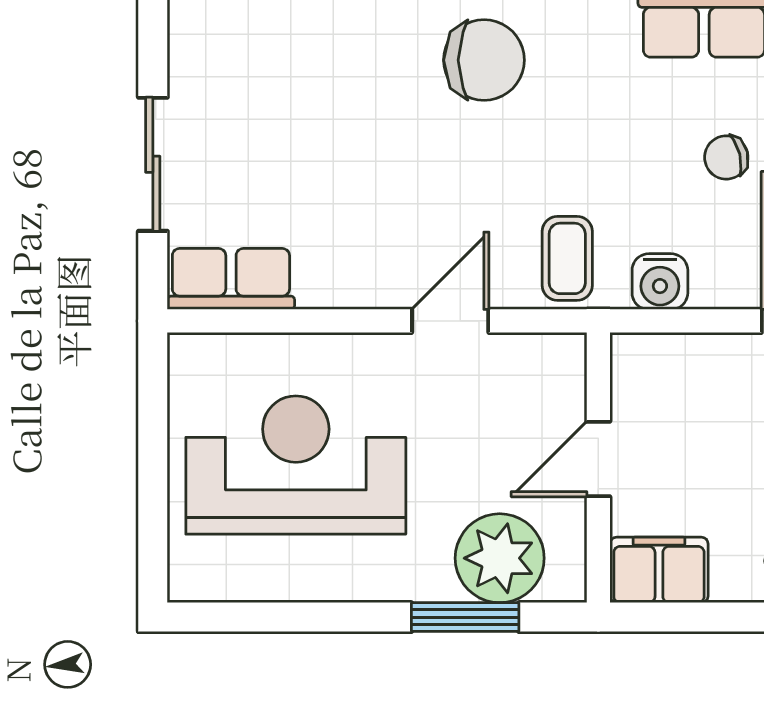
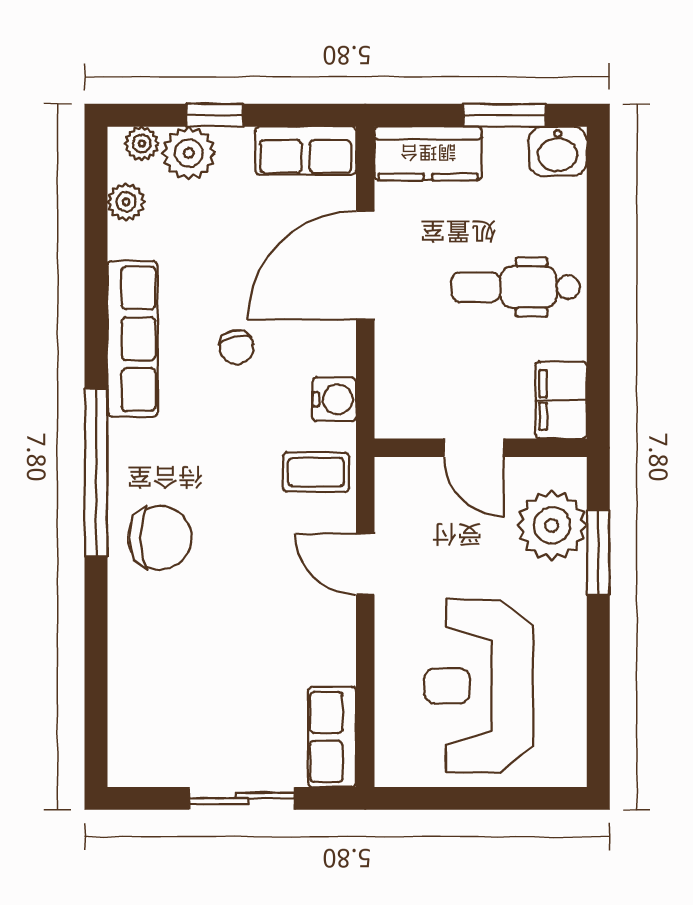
chair: (484, 60) -> (160, 538), turned 90

